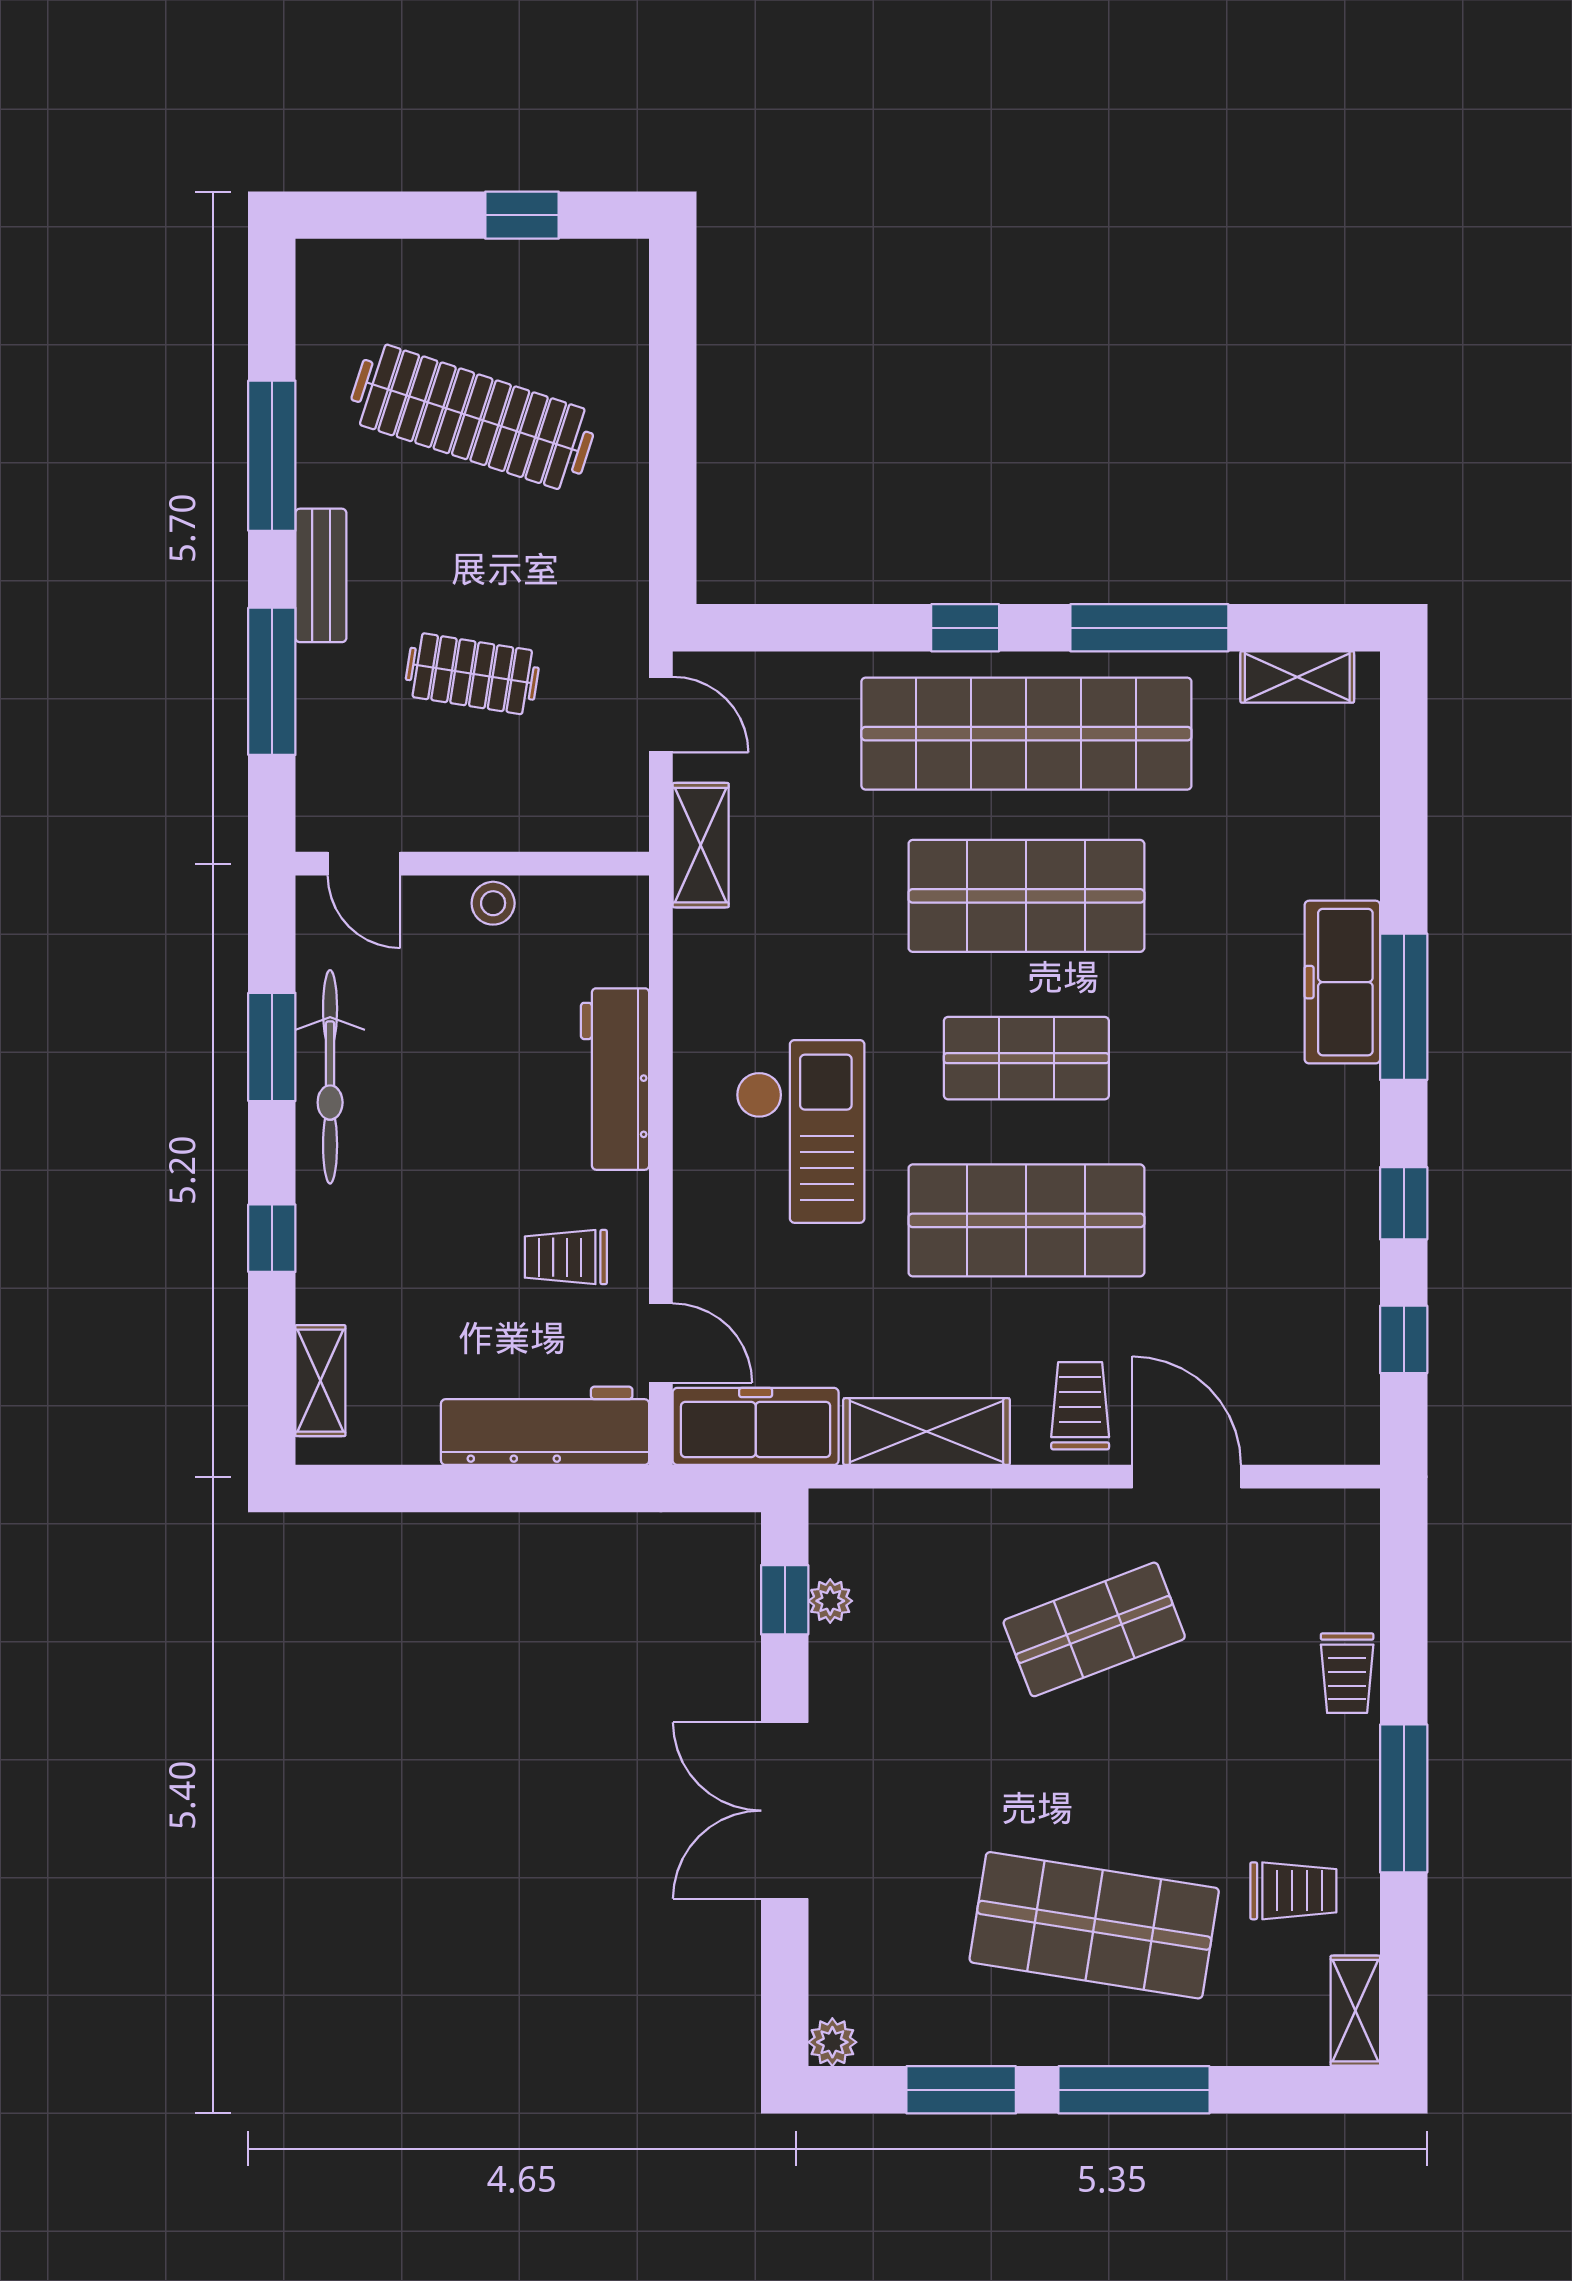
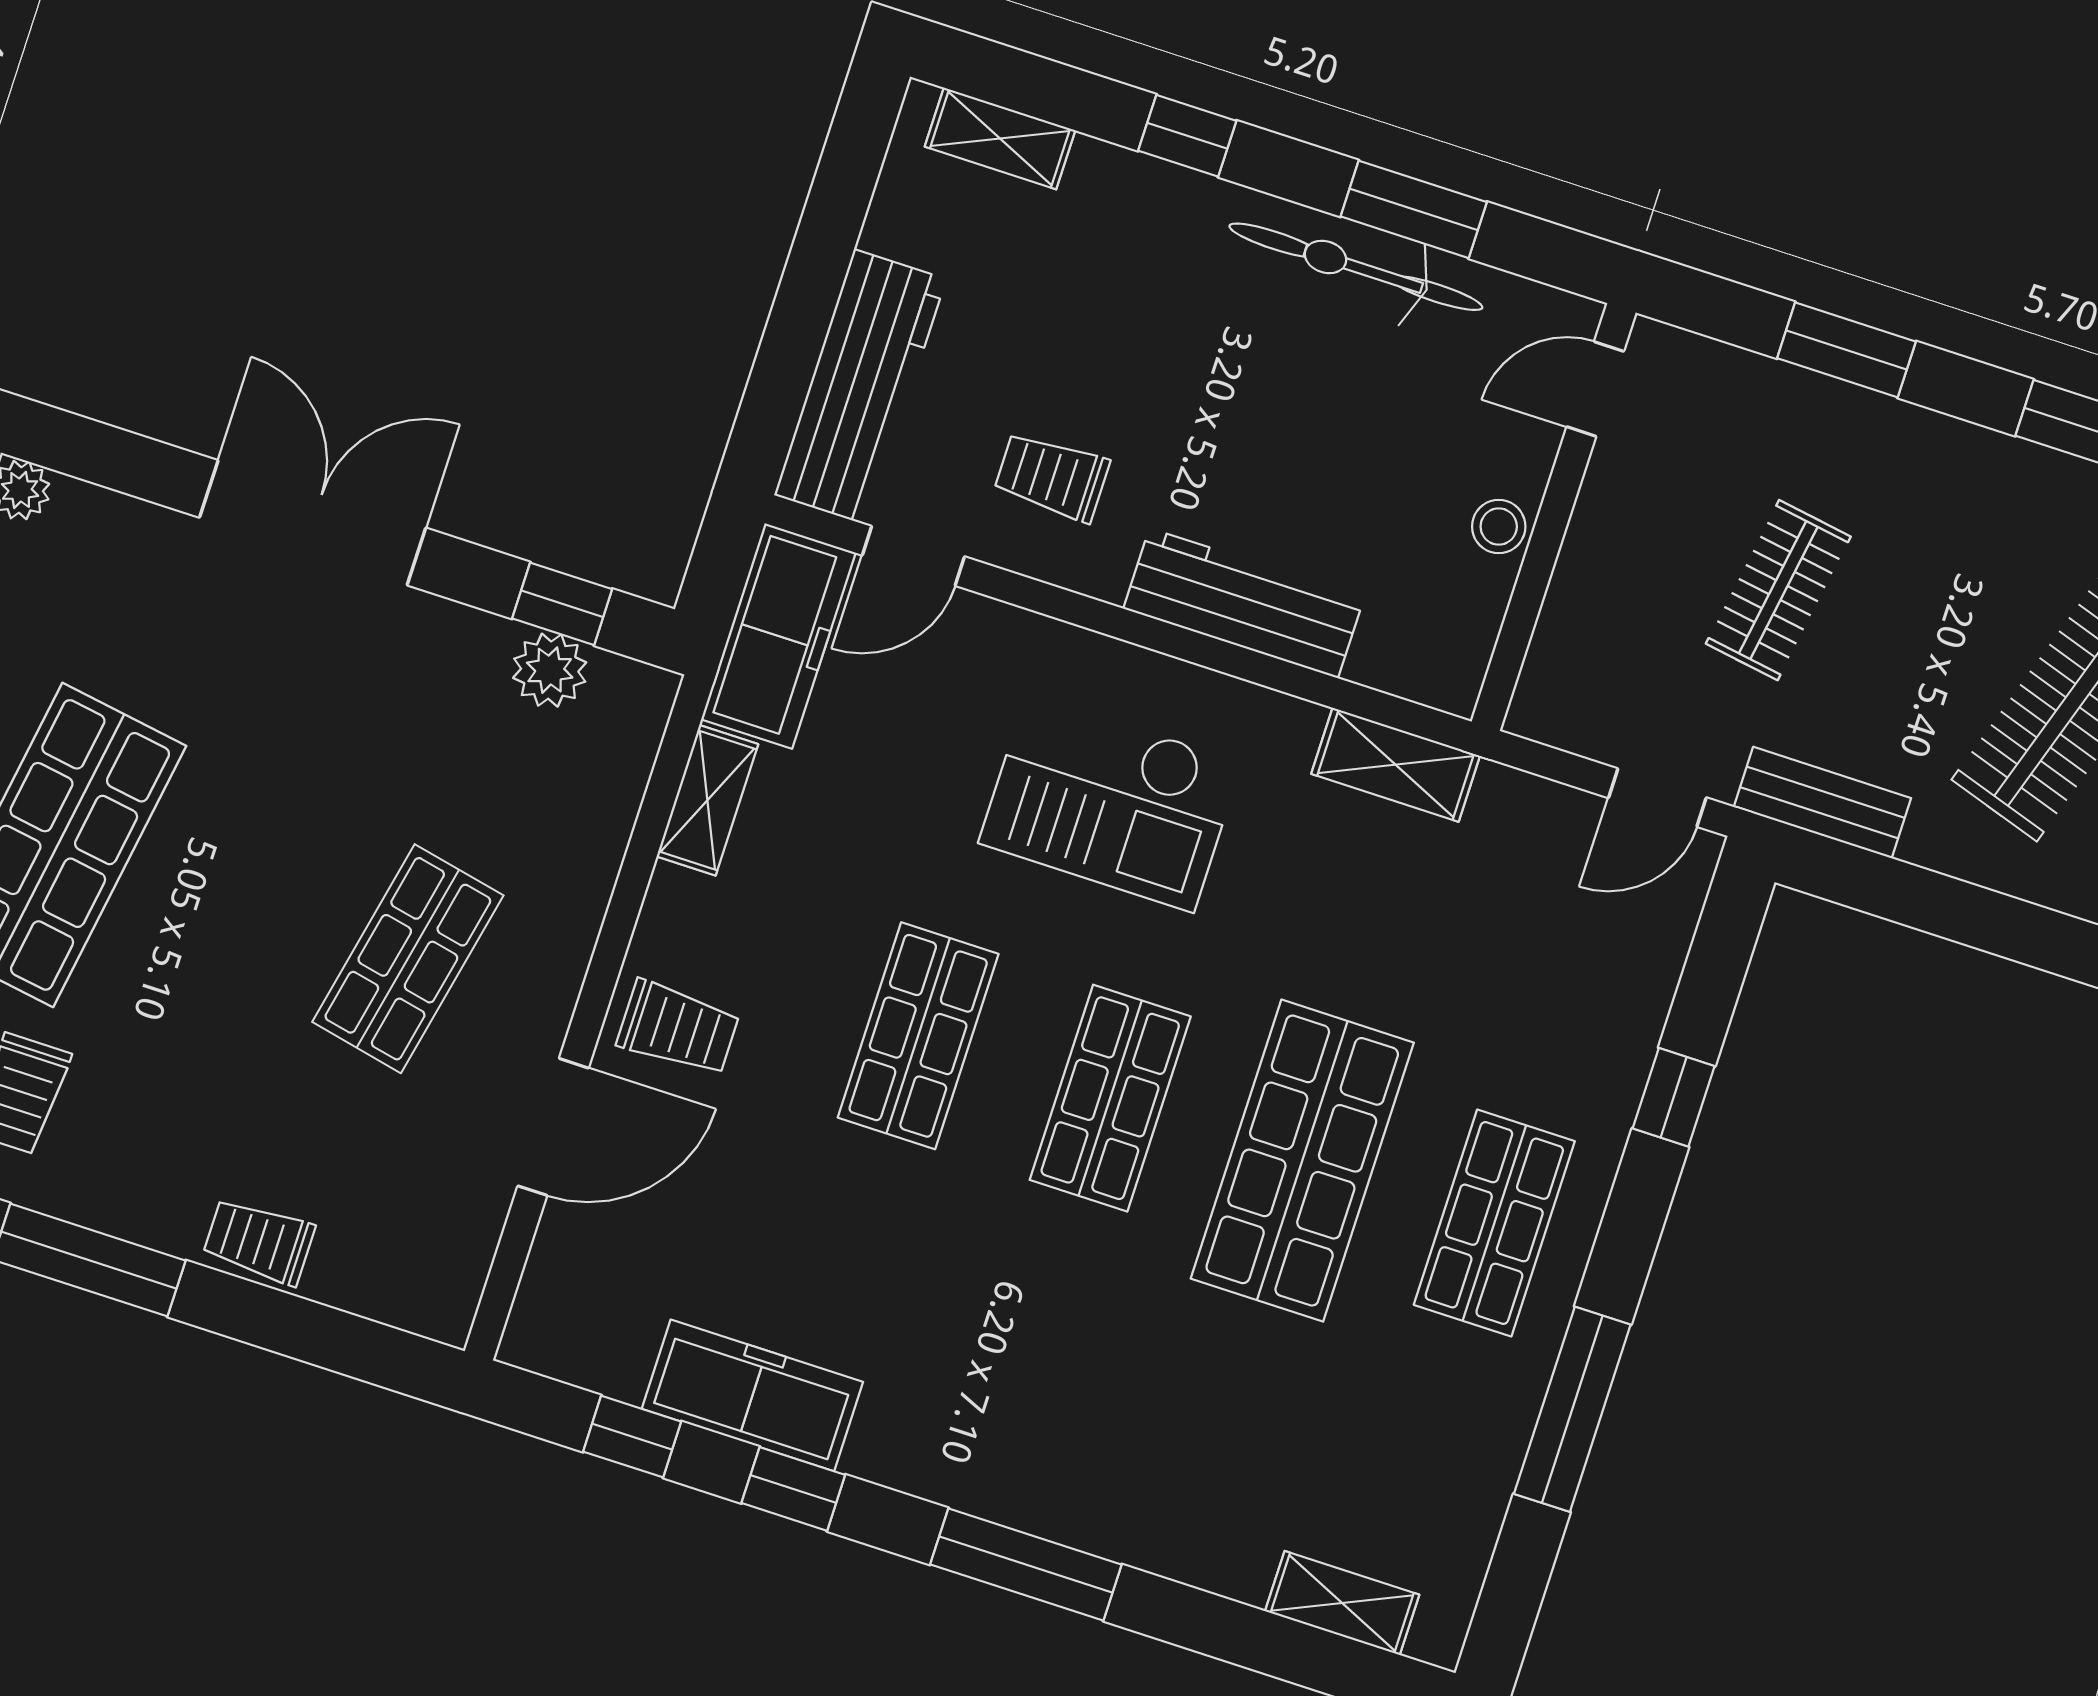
bench: (321, 575) -> (1822, 803), moved
window: (965, 628) -> (1674, 1097), moved
shelving: (1297, 677) -> (1342, 1603), moved, turned 90
window: (272, 681) -> (1846, 350), width x0.69
shop shelf: (1026, 734) -> (1494, 1223), width x0.50, depth x0.74
shelving: (701, 845) -> (1396, 765), moved
freezer: (1342, 982) -> (752, 1395), moved
shop shelf: (1026, 1220) -> (918, 1036), width x0.70, depth x0.74
trolley: (566, 1257) -> (1052, 477), turned -90
shelving: (927, 1432) -> (707, 800), width x0.67, depth x0.75
plant: (830, 1601) -> (550, 670), width x1.38, depth x1.38
shop shelf: (1094, 1629) -> (408, 959), turned 33

